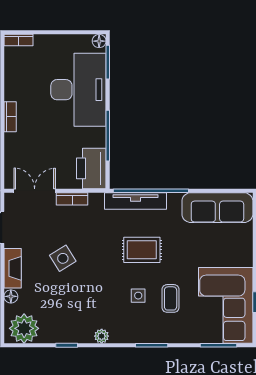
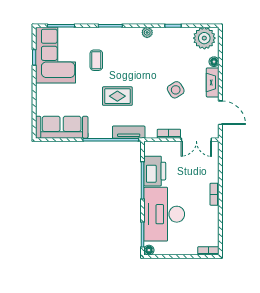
printer: (91, 168) -> (155, 171), moved
tv unit: (136, 201) -> (129, 132), width x0.71
side table: (138, 296) -> (120, 62), removed

